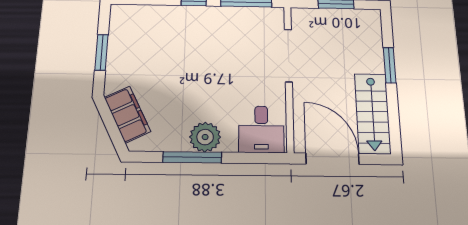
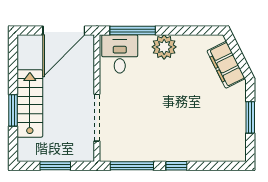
stairs: (373, 113) -> (30, 104), moved
window: (192, 157) -> (133, 31), moved
door: (332, 159) -> (64, 31), hinge flipped

